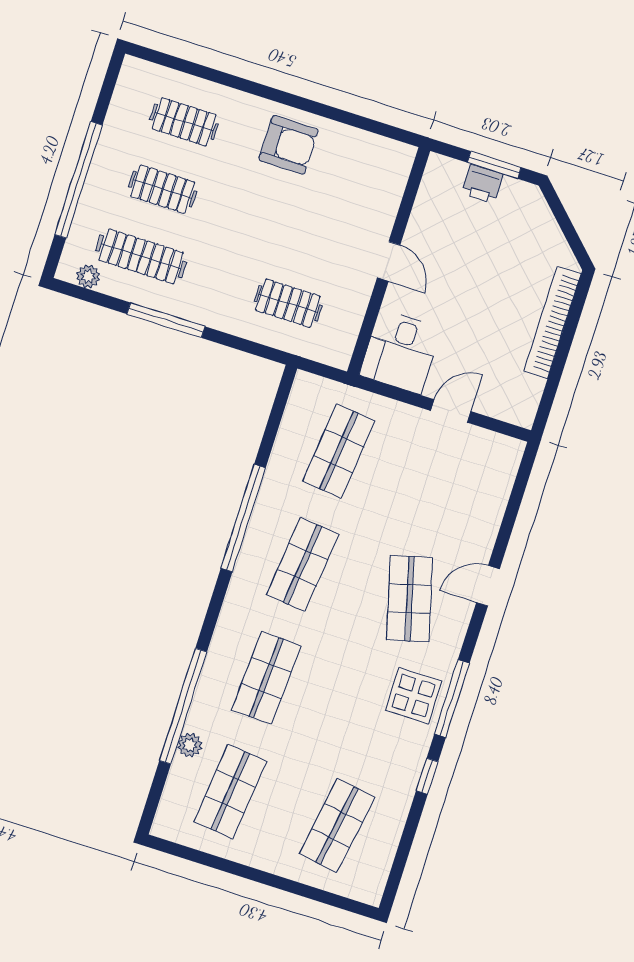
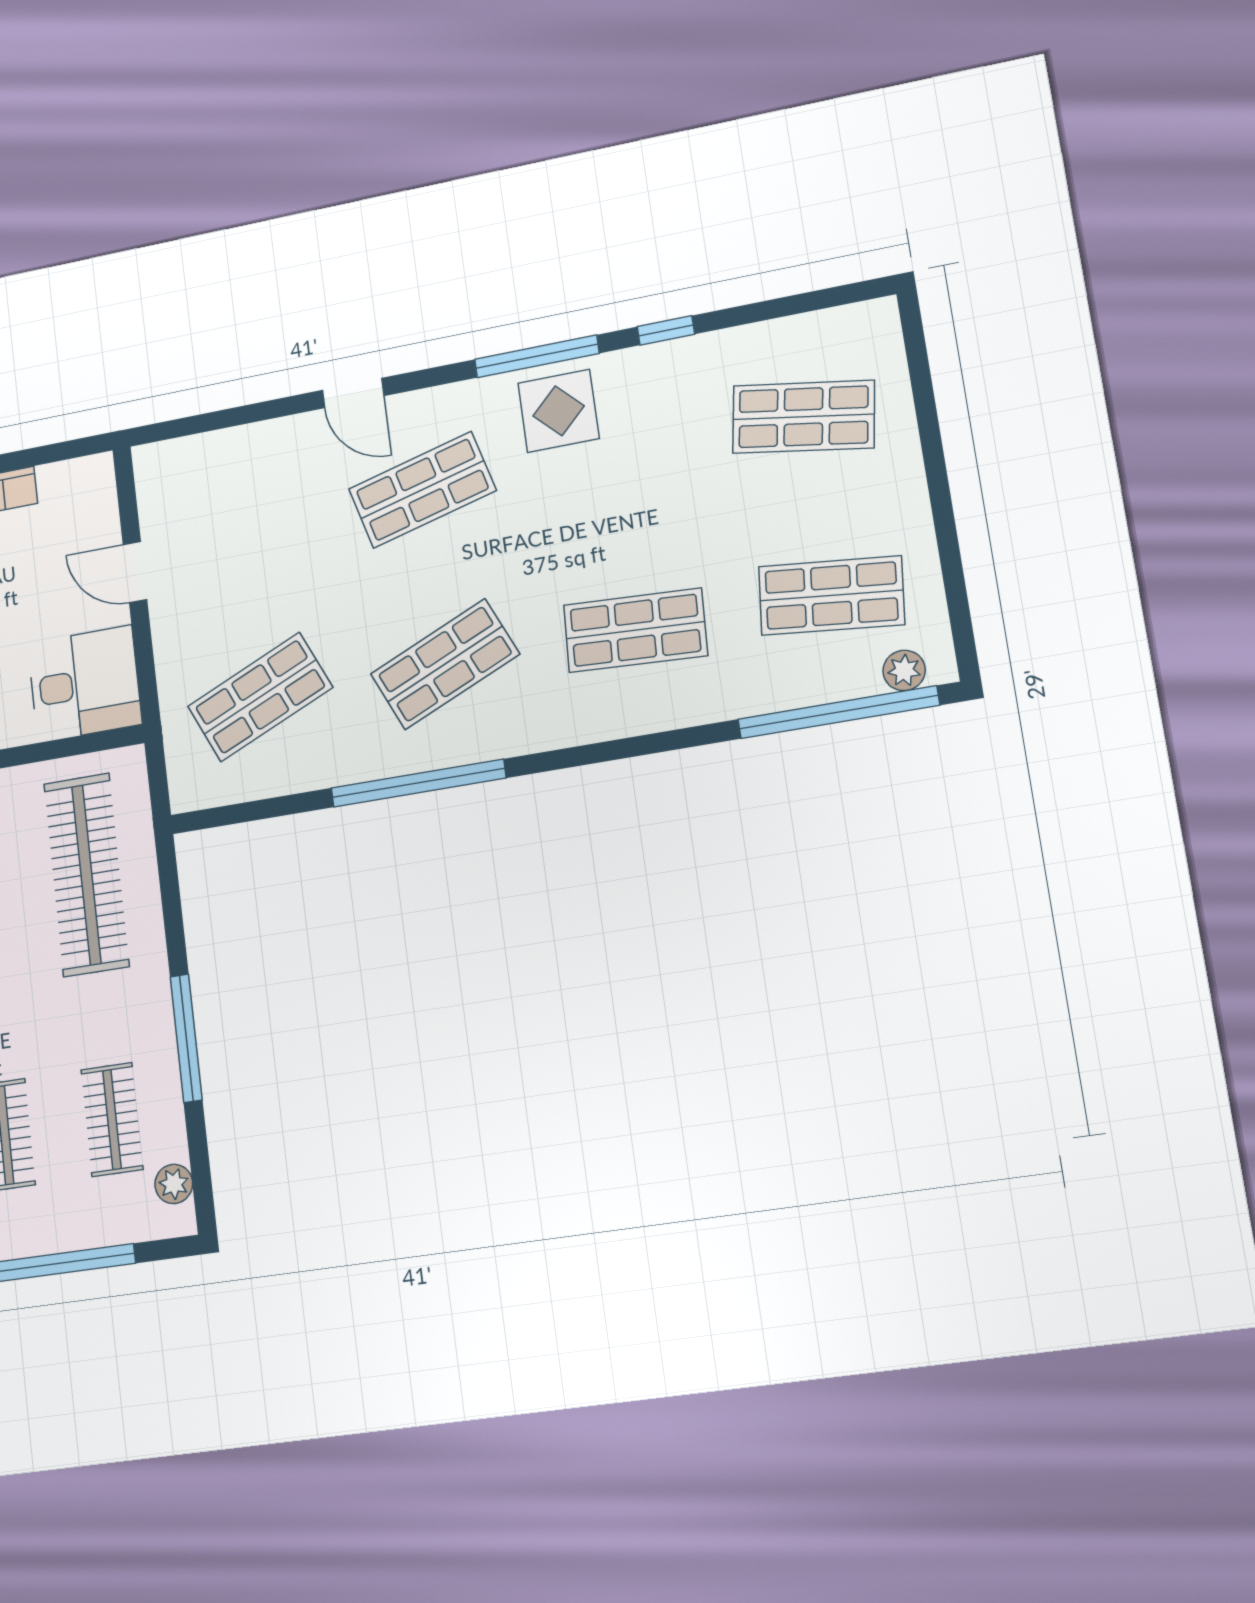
clothes rail: (141, 256) -> (112, 1120), width x0.73
clothes rail: (288, 303) -> (86, 875), width x1.86, depth x1.31
shop shelf: (339, 451) -> (260, 697), turned -30
shop shelf: (303, 564) -> (445, 664), turned -30
window: (183, 706) -> (838, 712), moved
plant: (190, 745) -> (904, 670), moved

